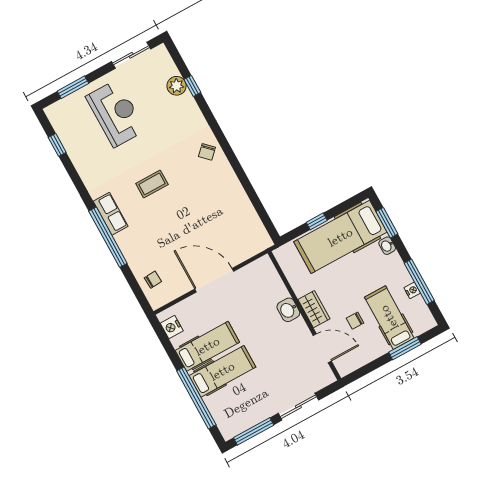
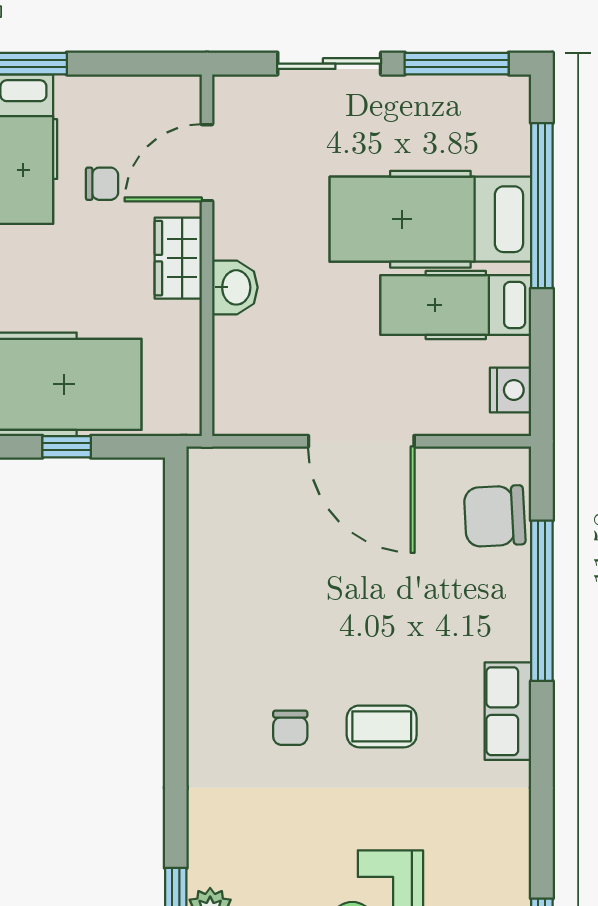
chair: (207, 152) -> (290, 728), moved, turned 135
window: (108, 237) -> (542, 601), moved
chair: (153, 280) -> (495, 516), width x1.87, depth x1.87
door: (322, 348) -> (207, 163), hinge flipped
hospital bed: (222, 371) -> (430, 219), width x1.37, depth x1.29

